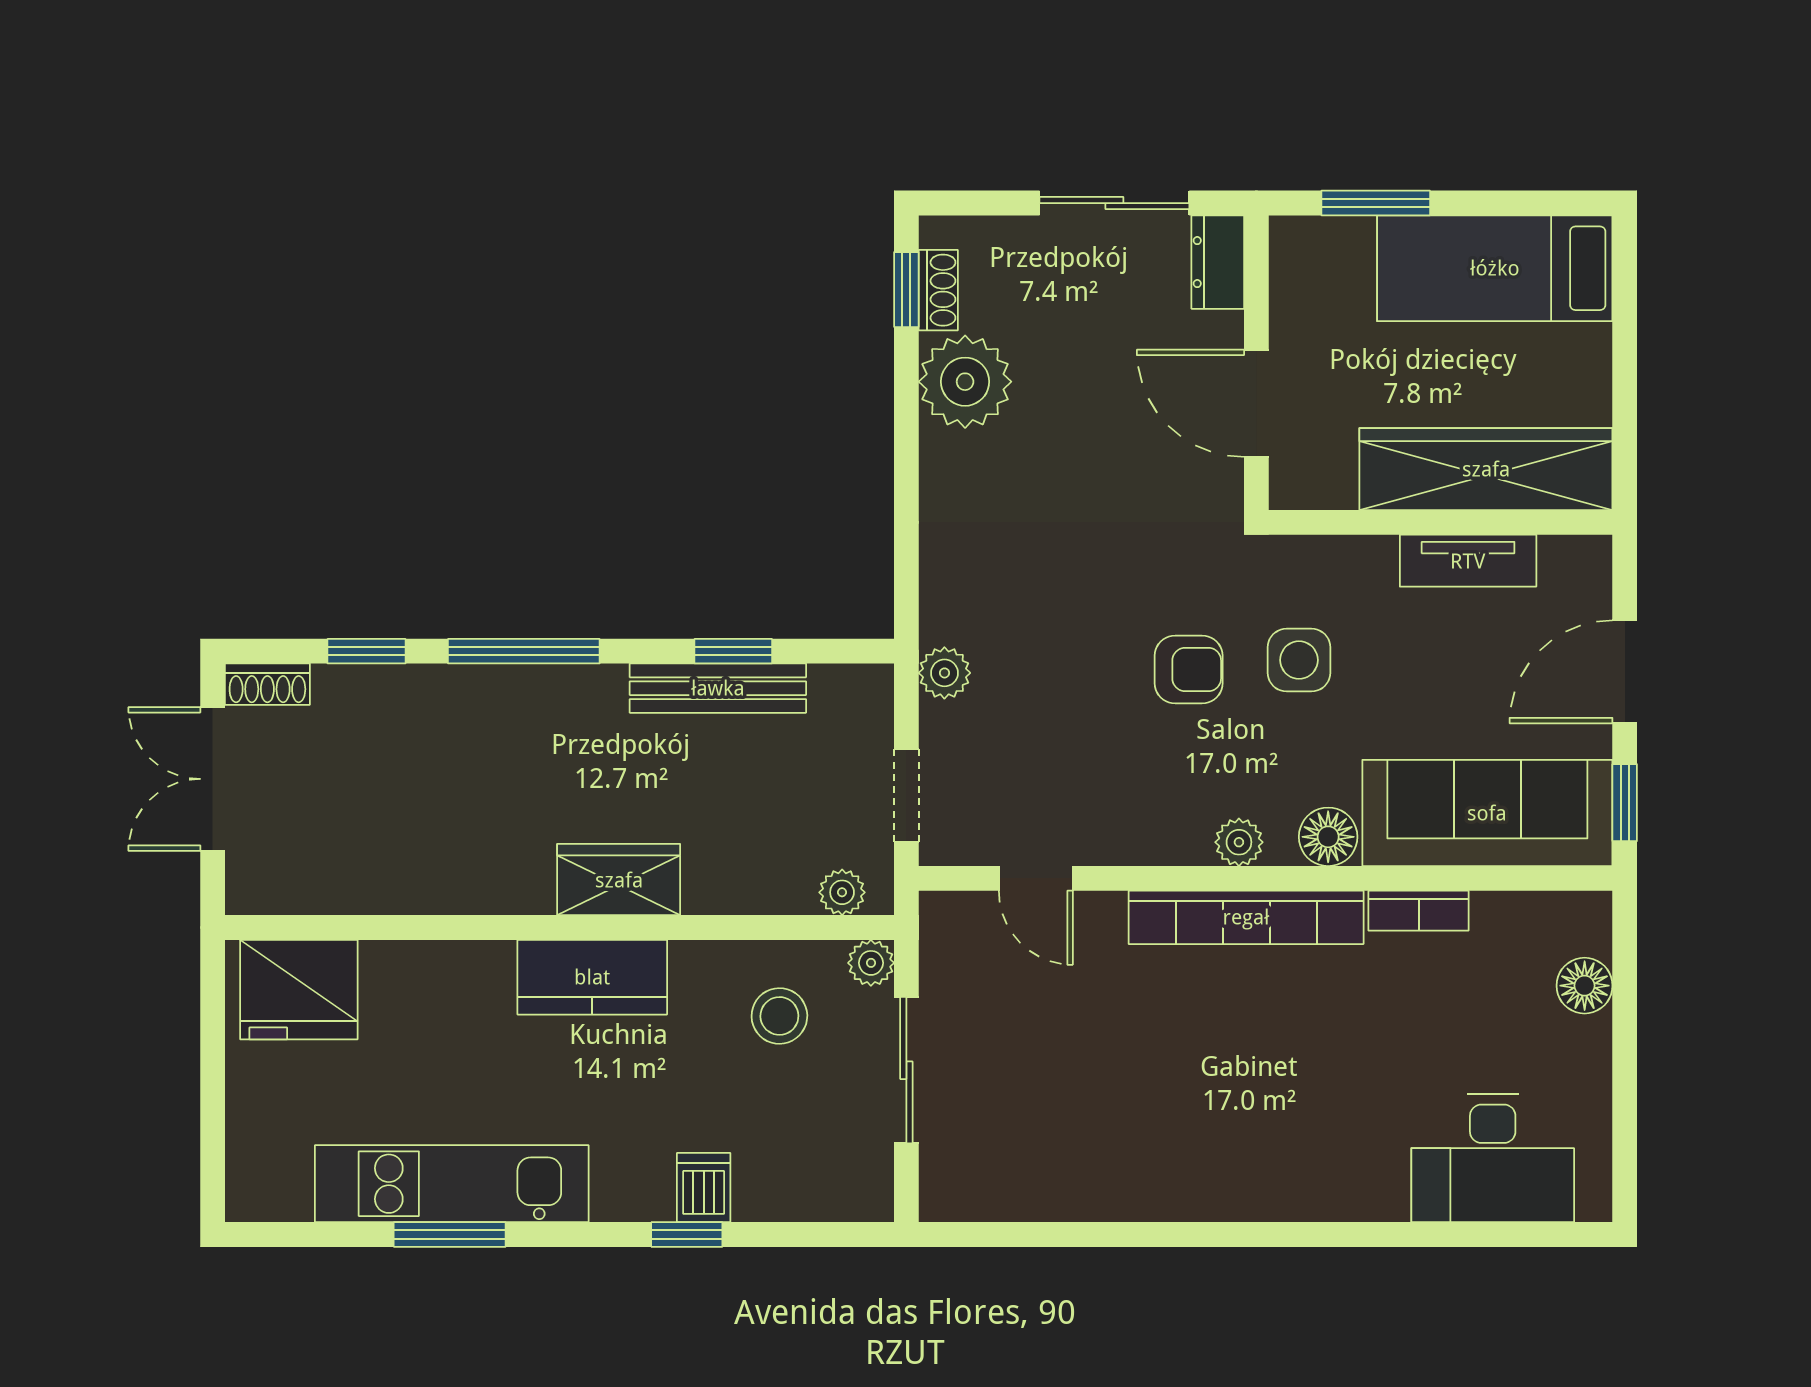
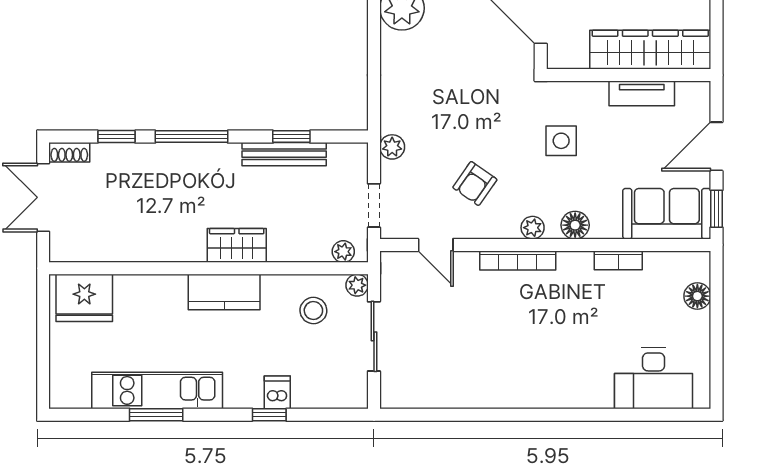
armchair: (1189, 669) -> (475, 183), moved, turned 125
sofa: (1487, 813) -> (667, 214), width x0.73
bookcase: (1246, 917) -> (518, 260), width x0.68, depth x0.76

